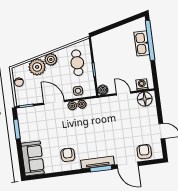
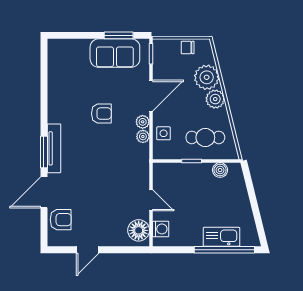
boiler: (103, 90) -> (220, 170), moved
door: (124, 93) -> (151, 200), hinge flipped
armchair: (68, 155) -> (101, 114), moved
sofa: (33, 158) -> (115, 53), moved

